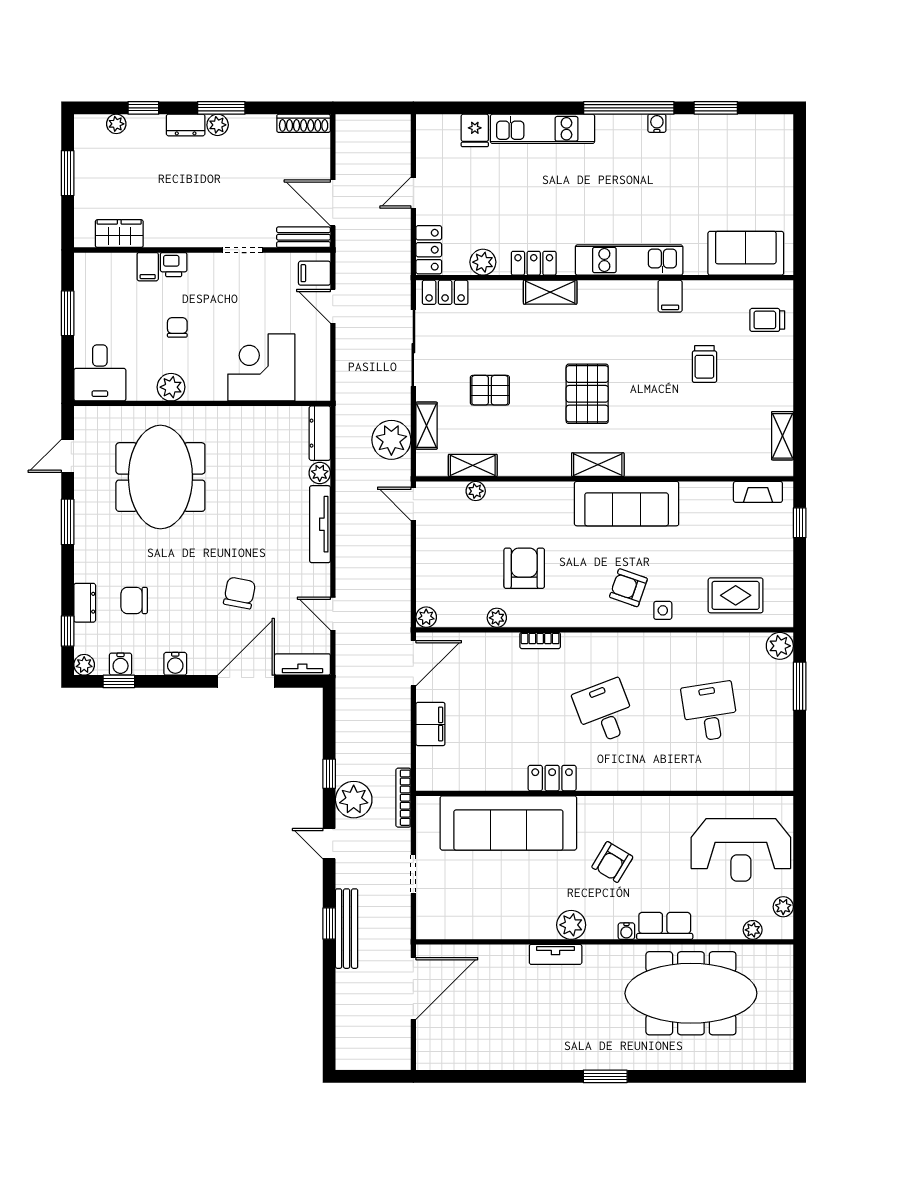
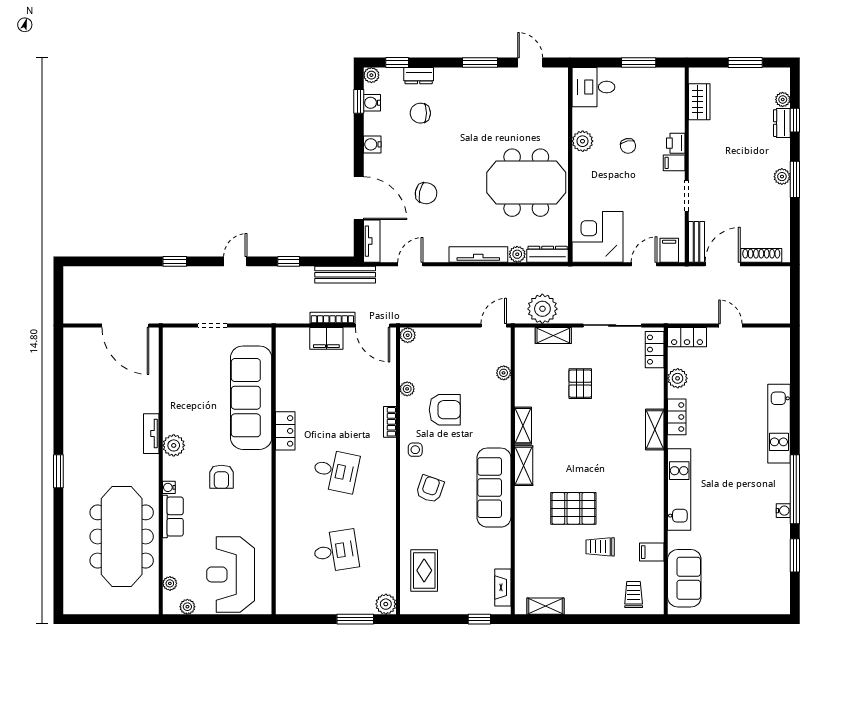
shoe rack: (304, 123) -> (761, 255), moved, turned 90
dresser: (186, 125) -> (782, 123), moved
fridge: (475, 130) -> (778, 372), removed
filing cabinet: (148, 267) -> (674, 163), moved
filing cabinet: (670, 296) -> (652, 552), moved
chair: (177, 327) -> (628, 146), turned 77
corner desk: (261, 367) -> (598, 237), moved, turned -90
pallet: (587, 394) -> (573, 508), moved
shelving: (473, 465) -> (523, 426), moved
meeting table: (160, 477) -> (526, 183), moved
chair: (134, 600) -> (420, 113), turned -90
side table: (663, 610) -> (415, 450), moved
desk: (605, 712) -> (336, 471), turned 33
bookcase: (403, 798) -> (332, 318), moved
plant: (354, 800) -> (269, 280), removed
armchair: (612, 862) -> (221, 477), turned -121
bench: (347, 929) -> (345, 275), moved

